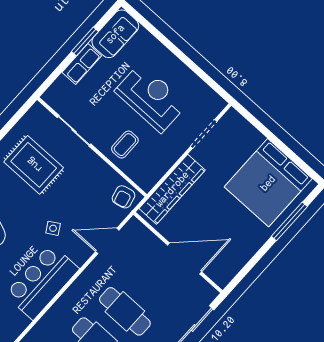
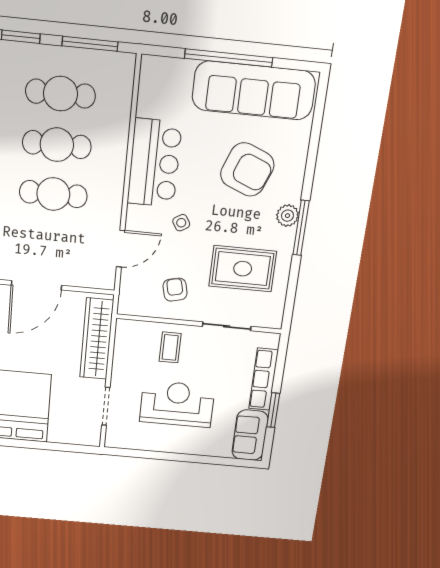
row of seats: (82, 64) -> (263, 379), width x1.48
reception desk: (151, 98) -> (177, 404), turned 180
armchair: (123, 197) -> (175, 290), moved

